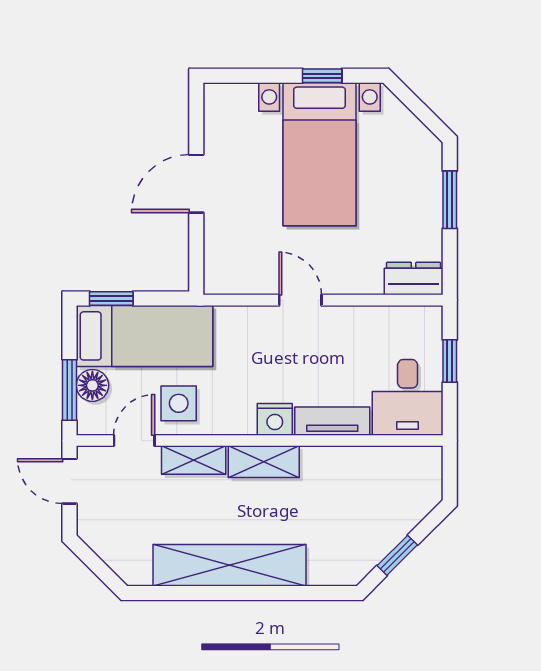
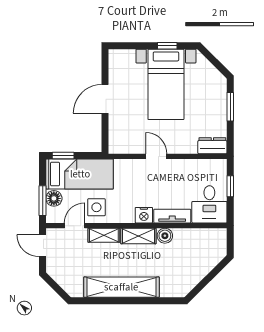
boiler: (317, 461) -> (165, 236), added
window: (397, 555) -> (204, 282), removed

